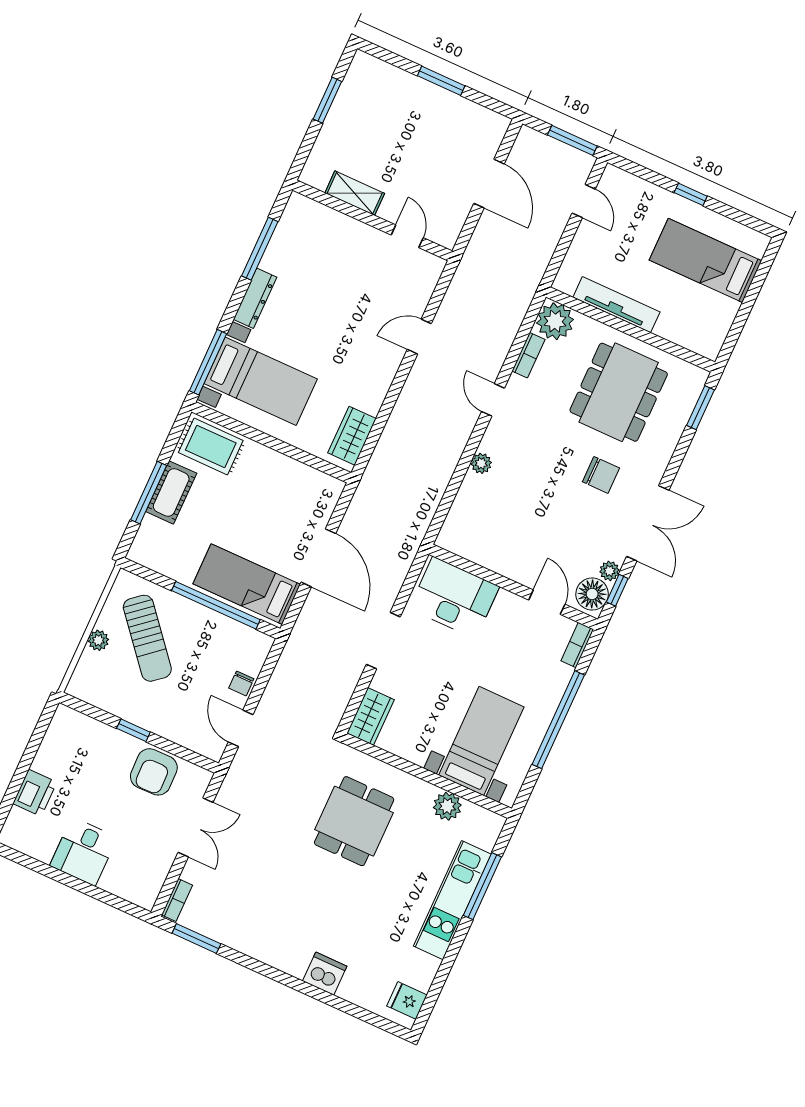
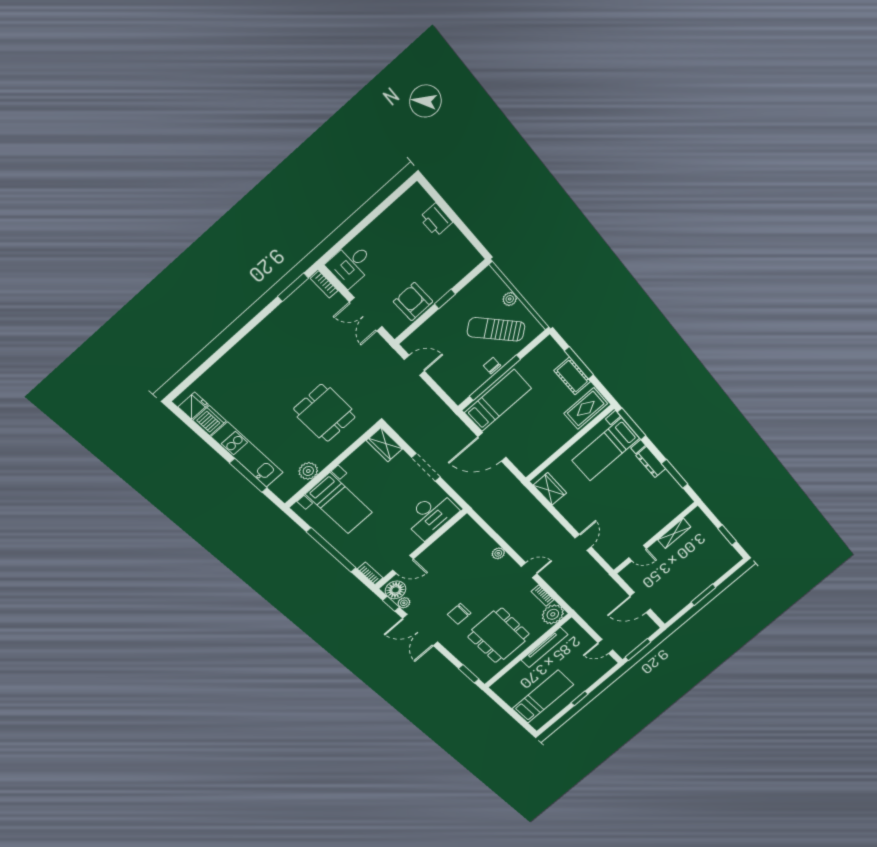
chair: (241, 683) -> (492, 366), moved
desk: (84, 851) -> (351, 265), moved, turned -90
dishwasher: (325, 974) -> (209, 421), moved, turned -90

